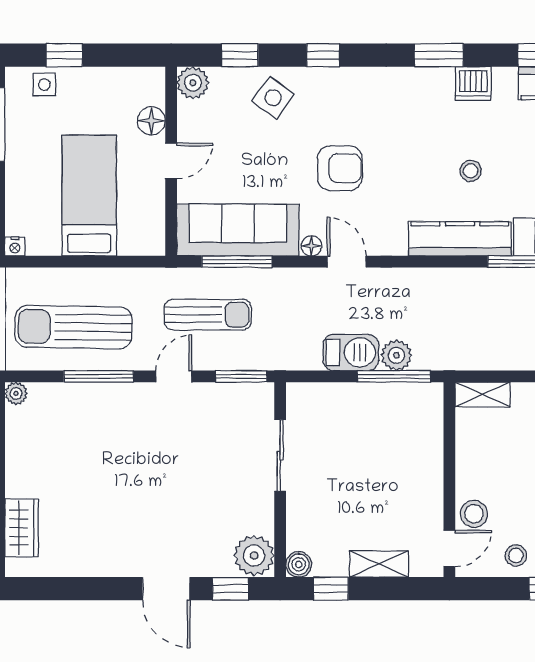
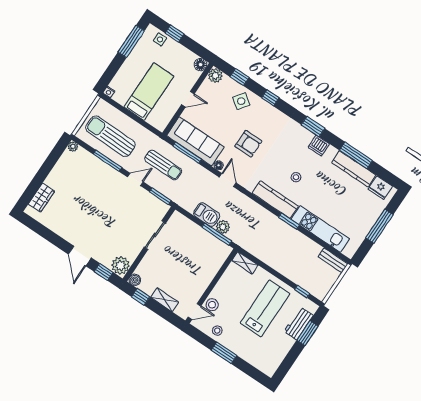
floor lamp: (151, 121) -> (200, 65), moved

